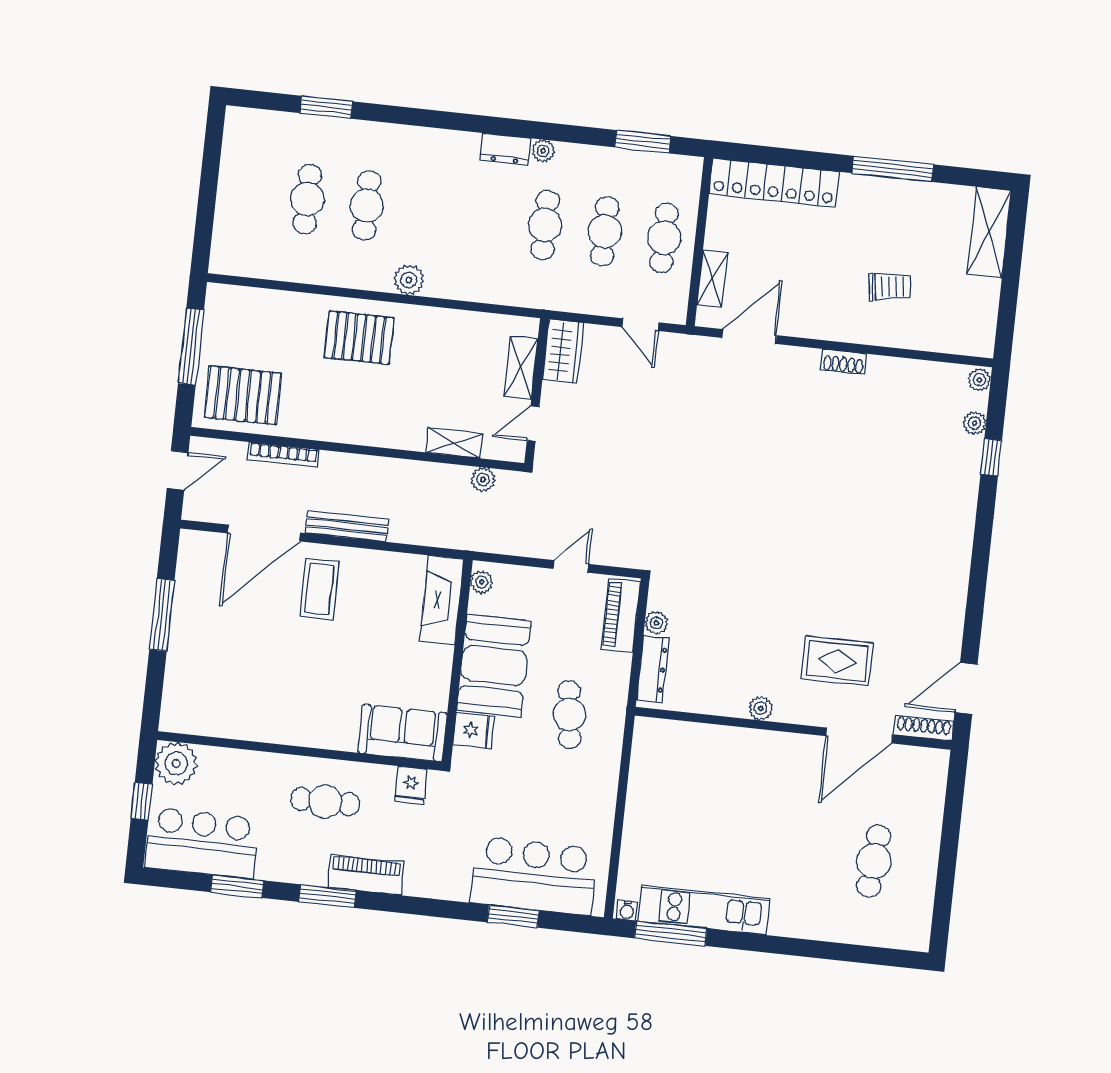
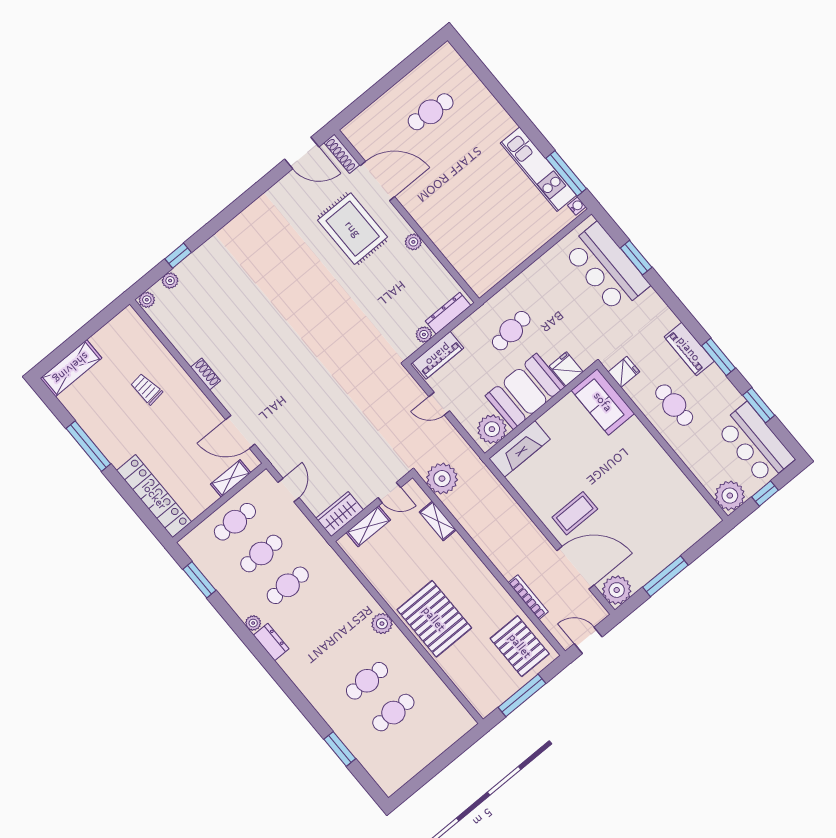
pallet: (359, 338) -> (434, 619), width x1.37, depth x1.41
plant: (483, 480) -> (442, 479), width x1.87, depth x1.87
bench: (347, 526) -> (531, 531), removed
plant: (199, 551) -> (617, 590), added
plant: (482, 582) -> (492, 429), width x1.88, depth x1.88
rug: (837, 661) -> (353, 229), width x1.36, depth x1.43

